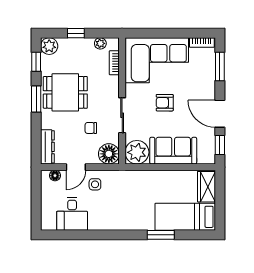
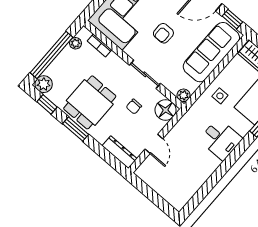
window: (76, 33) -> (51, 55), width x3.17
sofa: (173, 151) -> (211, 52), width x1.36
plant: (137, 152) -> (184, 95), width x0.53, depth x0.53
floor lamp: (55, 176) -> (146, 165), removed
side table: (95, 184) -> (220, 96), moved
desk: (72, 214) -> (221, 139), moved

